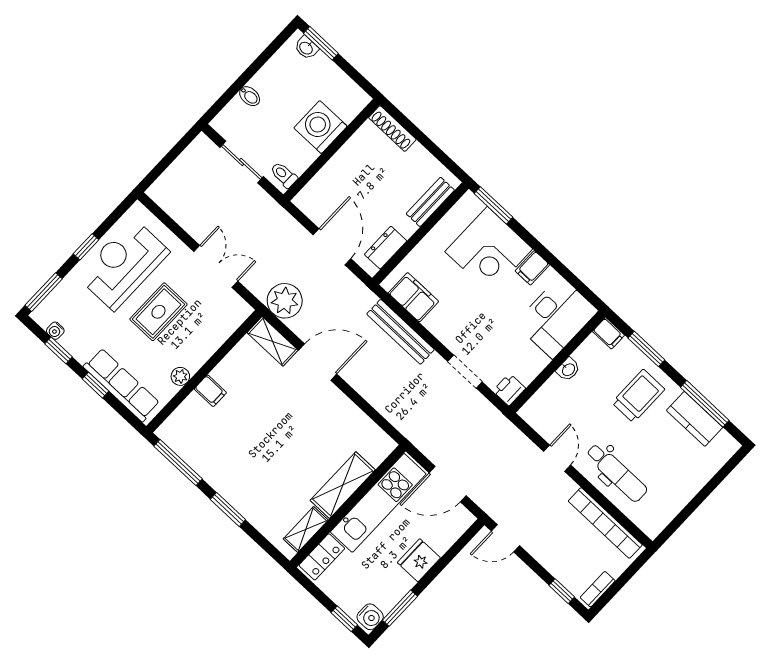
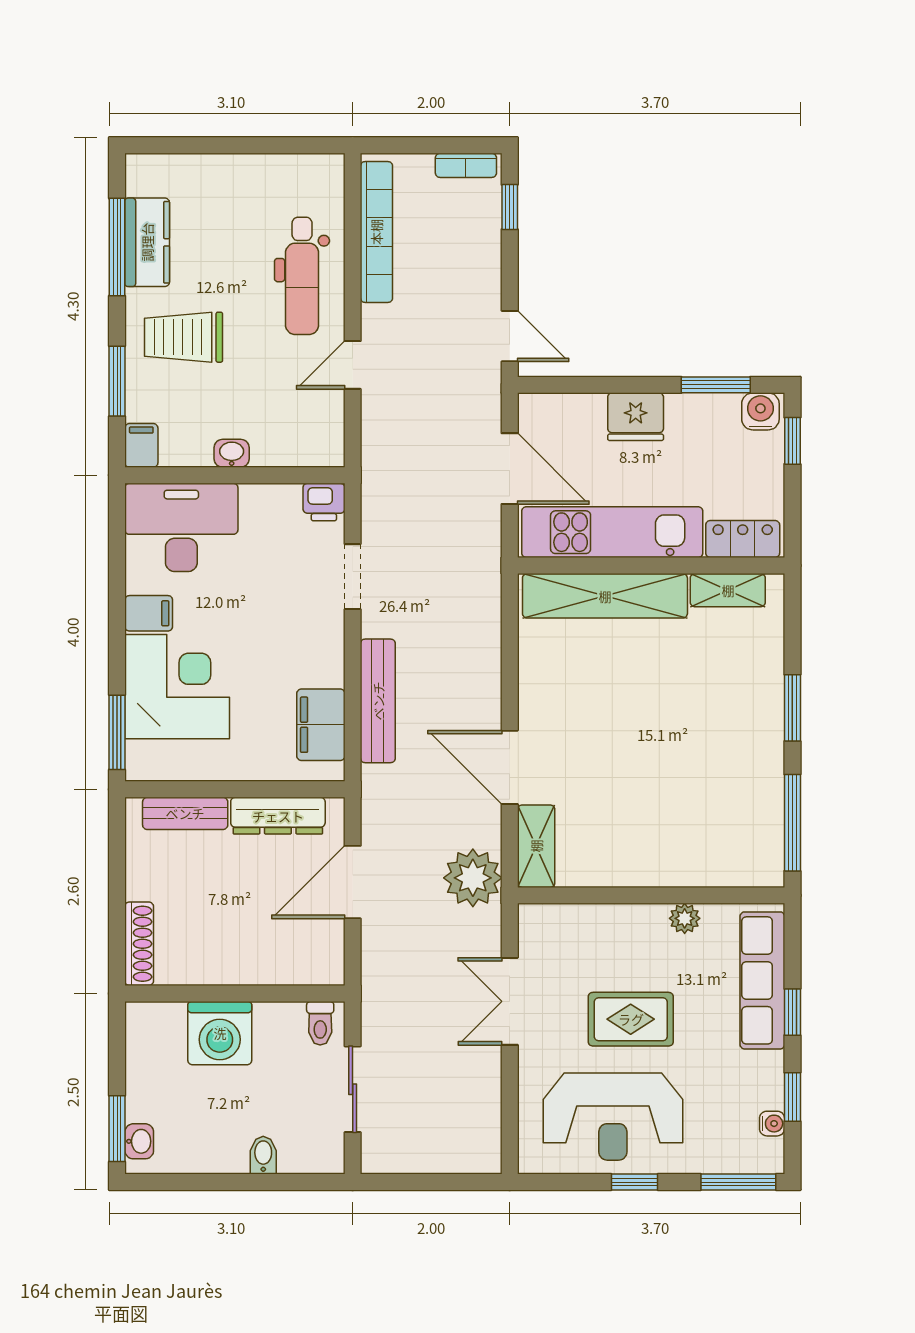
dresser: (386, 248) -> (278, 816), width x1.44
filing cabinet: (210, 391) -> (668, 865), removed
dental chair: (617, 473) -> (302, 276), turned 180
shelving: (343, 485) -> (605, 596), width x1.47

